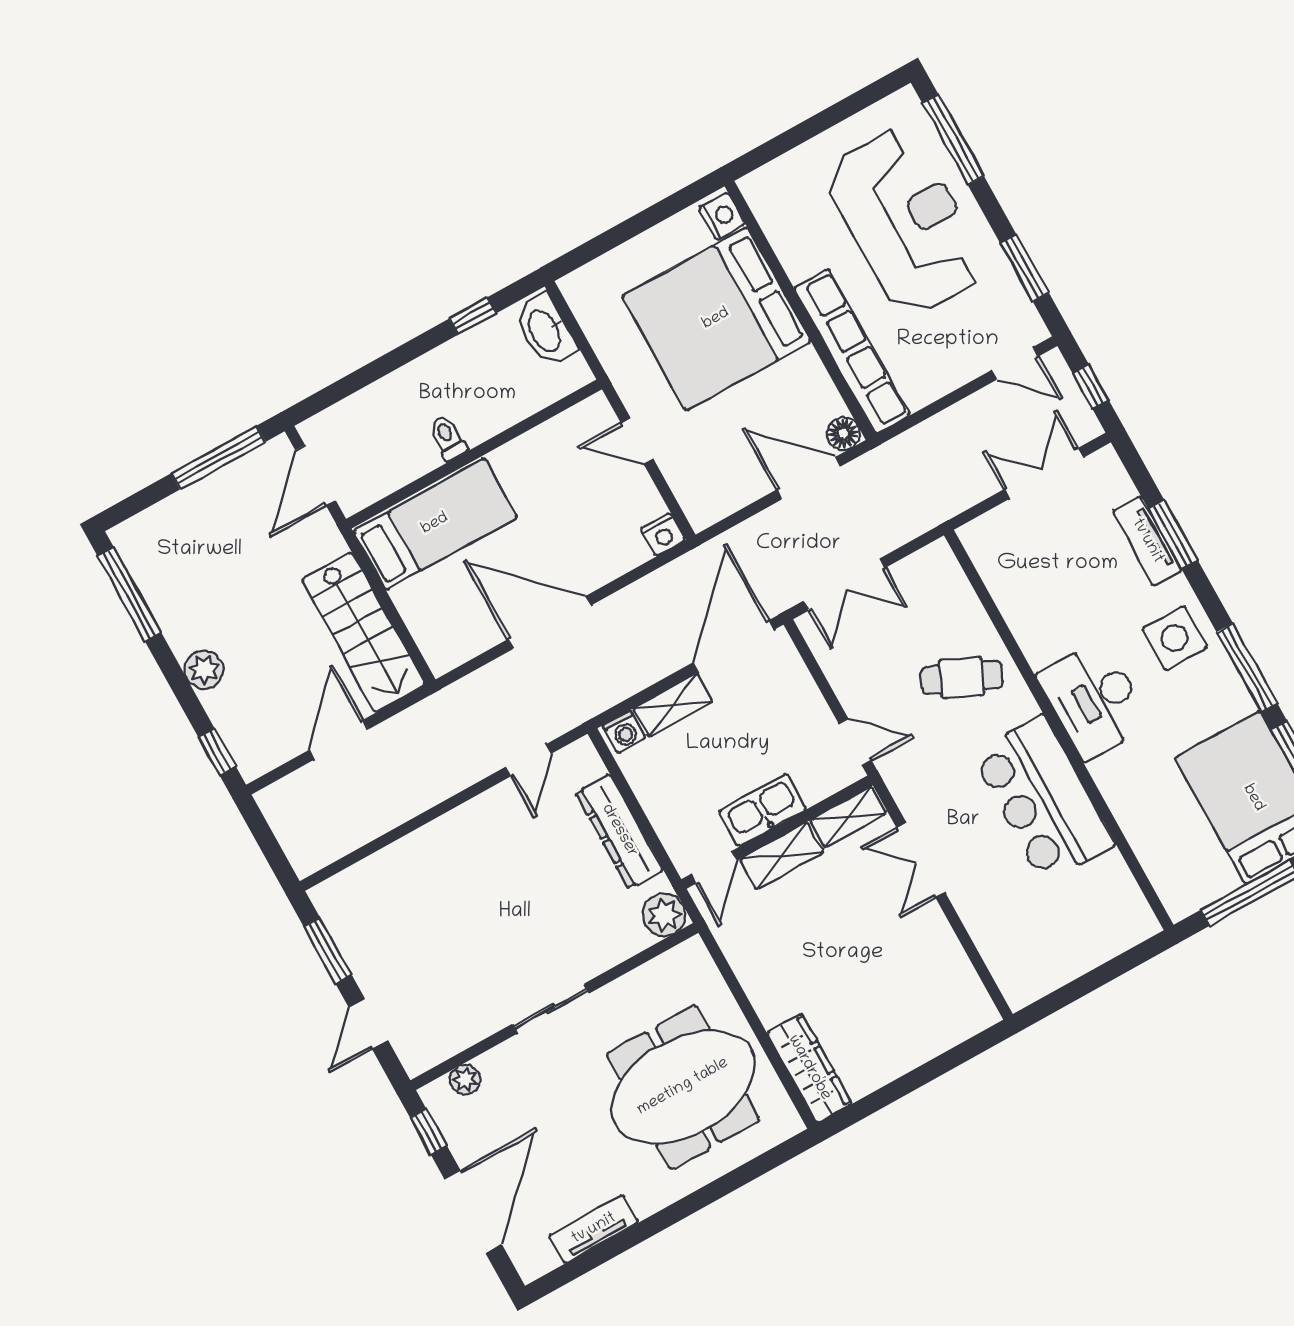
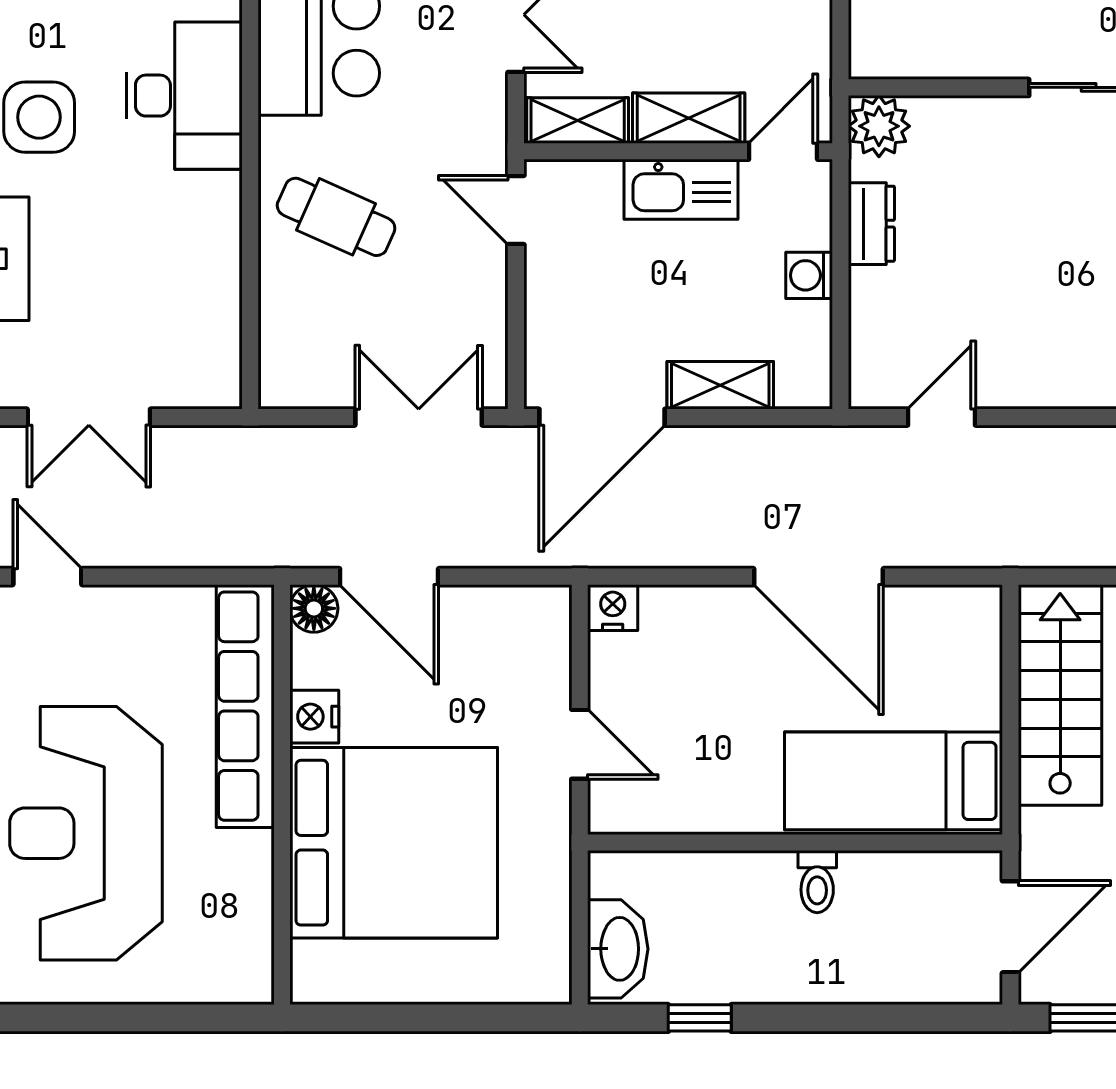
nightstand: (722, 216) -> (314, 717), moved
washing machine: (624, 732) -> (809, 275), moved, turned -90
dresser: (619, 831) -> (871, 224), width x0.51, depth x0.80

